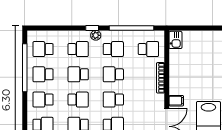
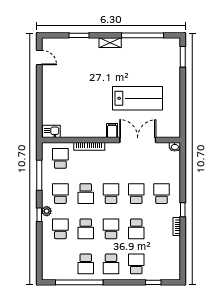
window: (132, 28) -> (39, 175), width x0.68
school desk: (43, 49) -> (60, 264), removed
school desk: (113, 100) -> (111, 194), turned 180

